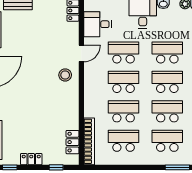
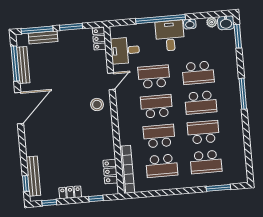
school desk: (167, 52) -> (198, 73), turned 180
school desk: (167, 82) -> (201, 102), turned 180
school desk: (124, 141) -> (162, 166), turned 180
school desk: (167, 141) -> (206, 162), turned 180

